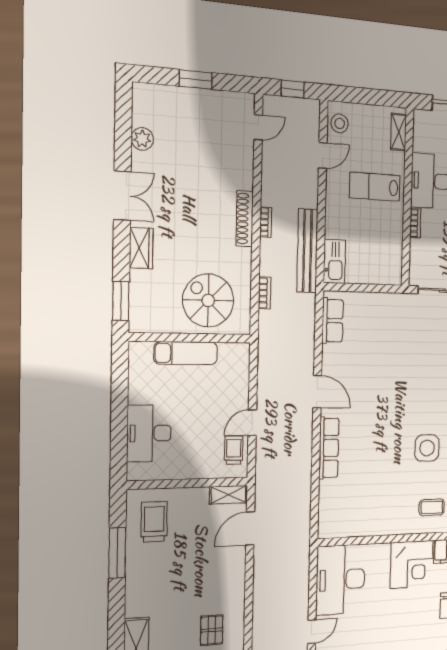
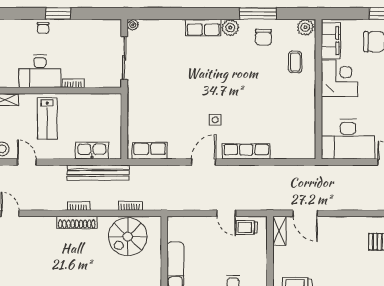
kitchen sink: (334, 261) -> (92, 150), moved
spiral stairs: (208, 300) -> (128, 237), moved
side table: (427, 448) -> (215, 120), moved, width x0.54, depth x0.54

